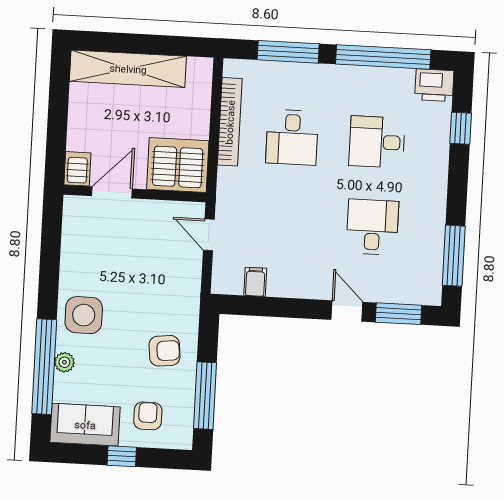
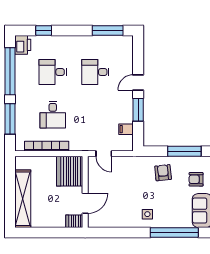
desk: (292, 137) -> (53, 115), turned 90
desk: (377, 142) -> (53, 72), turned 90
door: (112, 192) -> (85, 203), swing flipped
door: (209, 235) -> (104, 154), hinge flipped
window: (398, 314) -> (138, 110), moved
side table: (84, 315) -> (147, 214), width x0.54, depth x0.54
plant: (64, 362) -> (172, 223), removed

